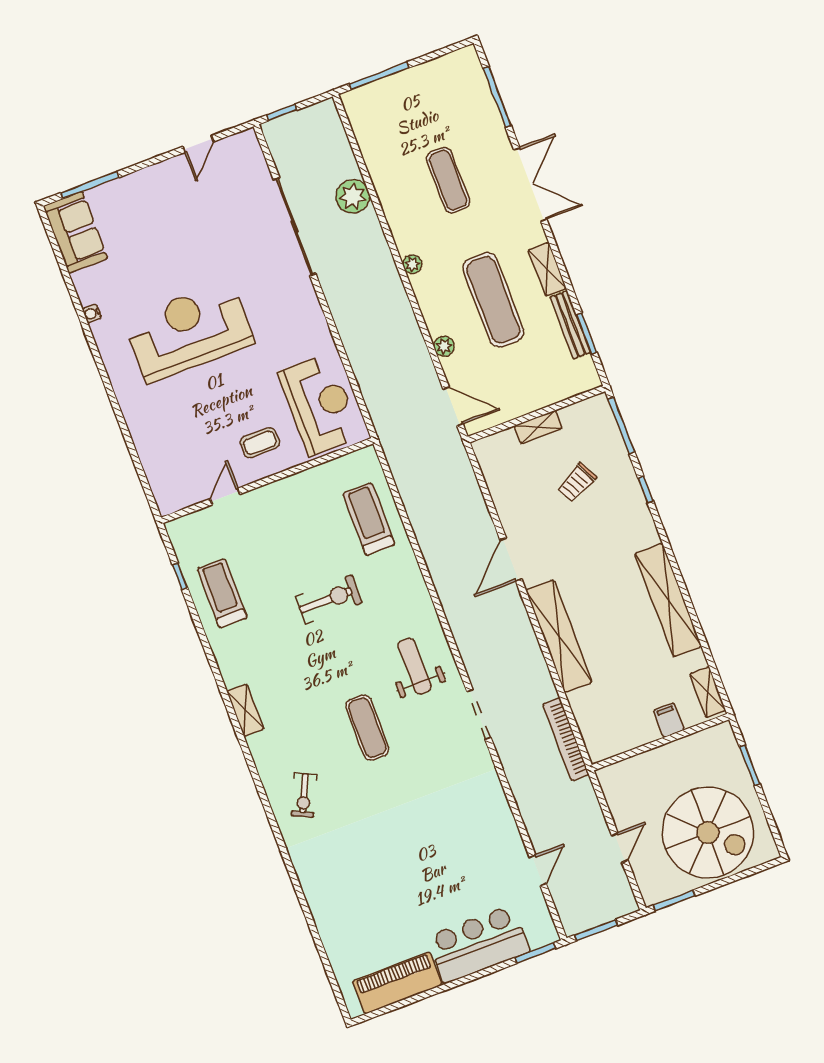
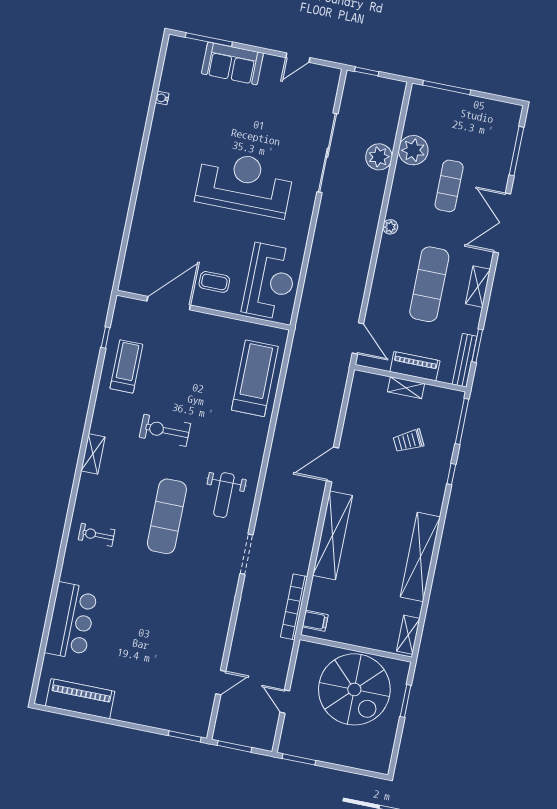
double door: (530, 184) -> (502, 223), swing flipped
sofa: (75, 232) -> (232, 63), moved, turned 90
water cooler: (92, 313) -> (162, 98), moved
bench: (570, 325) -> (465, 360), moved
reception desk: (189, 331) -> (245, 184), moved
plant: (444, 346) -> (413, 150), moved, width x1.88, depth x1.88
piano: (533, 398) -> (415, 366), added
door: (225, 496) -> (169, 303), width x1.88
treadmill: (369, 519) -> (255, 378), width x1.37, depth x1.38
exercise bike: (329, 599) -> (165, 430), moved, turned 180
weight bench: (414, 666) -> (224, 495), turned 180
filing cabinet: (669, 720) -> (315, 621), moved, turned 90
exercise mat: (367, 728) -> (167, 516), width x1.36, depth x1.45
exercise bike: (304, 795) -> (97, 535), turned 65
spiral stairs: (708, 832) -> (354, 689), moved
door: (620, 848) -> (285, 702), swing flipped
bar counter: (478, 944) -> (71, 621), moved, turned 90

